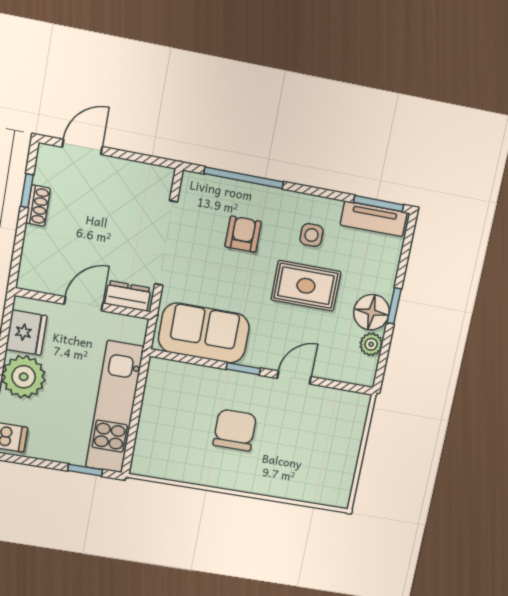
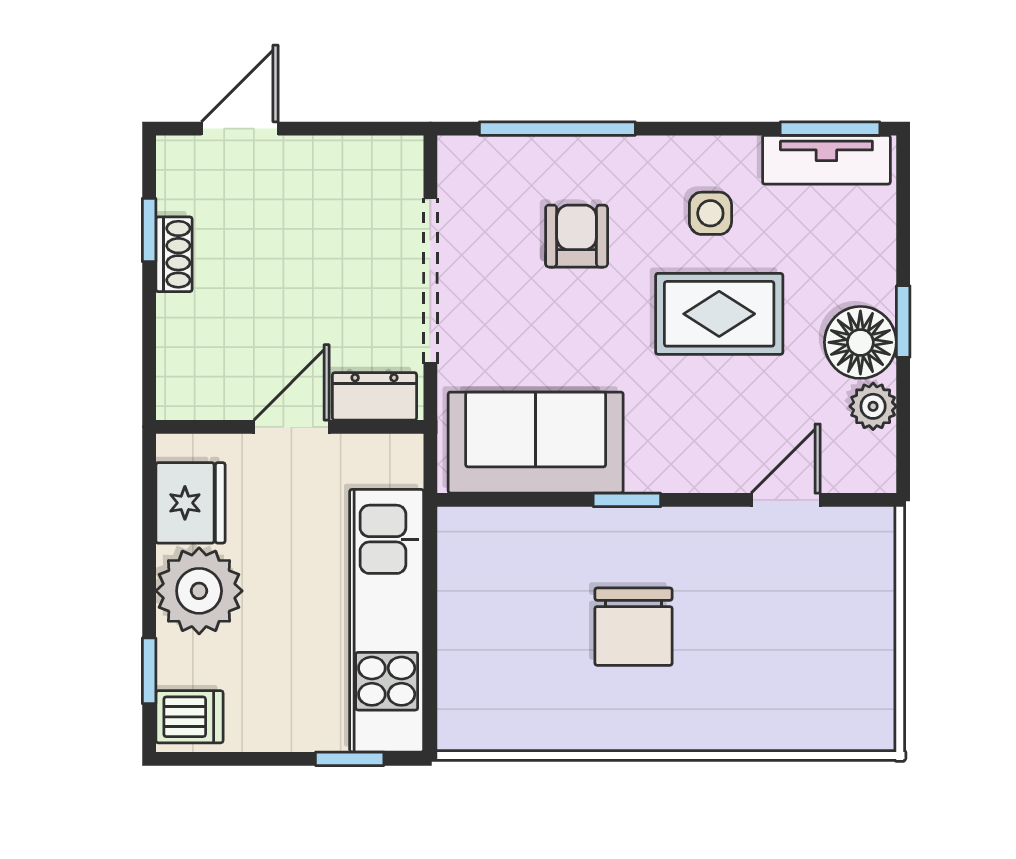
door: (294, 378) -> (786, 500), moved
chair: (235, 430) -> (633, 627), turned 180

